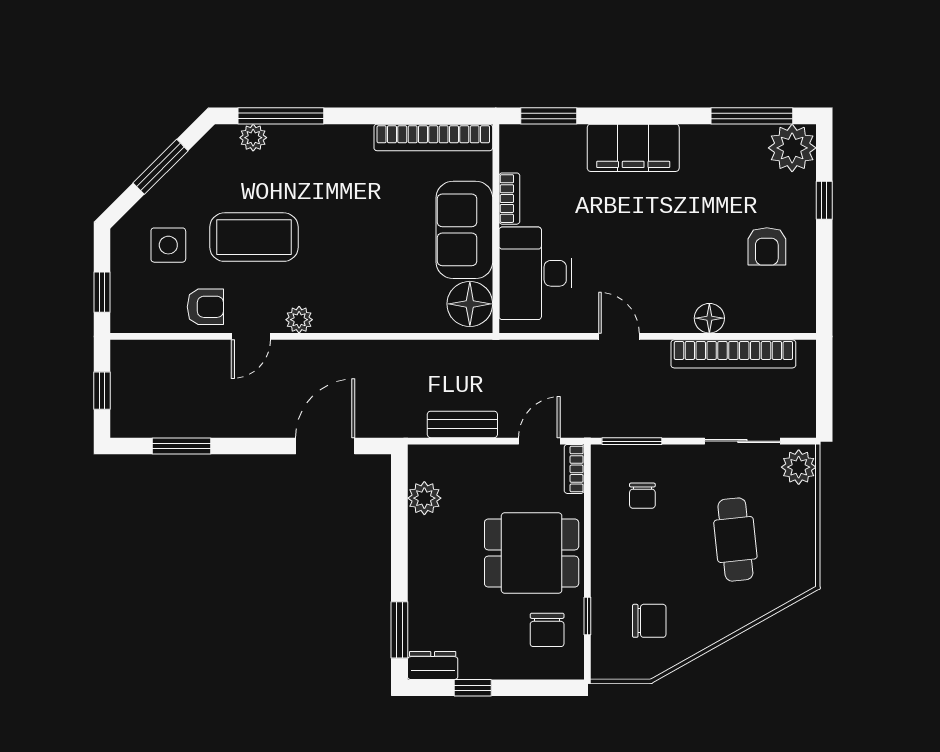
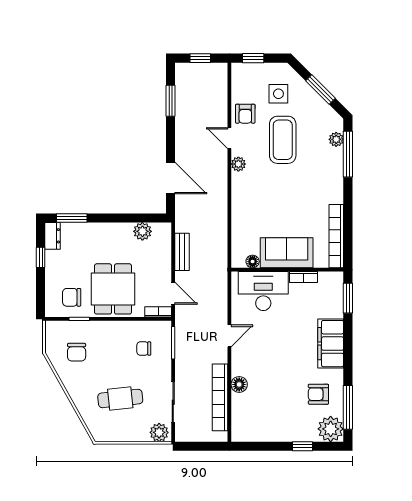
armchair: (767, 246) -> (318, 394), moved
floor lamp: (470, 304) -> (253, 261), width x0.53, depth x0.53

